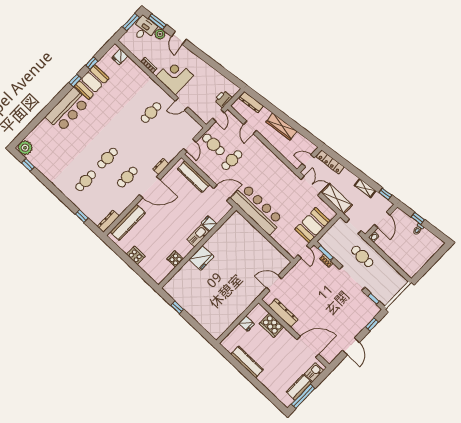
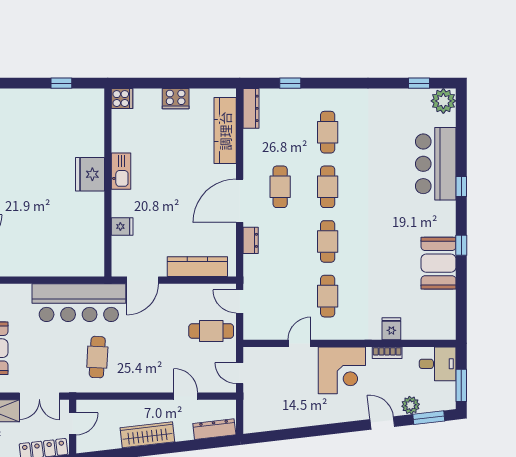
desk: (144, 29) -> (438, 364), moved, turned -83
fridge: (120, 57) -> (391, 329), moved
window: (92, 63) -> (461, 187), moved
printer: (223, 99) -> (254, 400), removed
bar counter: (67, 110) -> (436, 164), moved
cafe table: (129, 135) -> (328, 241), added
cafe table: (232, 160) -> (97, 357), moved
kitchen sink: (198, 236) -> (121, 171), moved
cooker: (175, 259) -> (122, 99), moved

